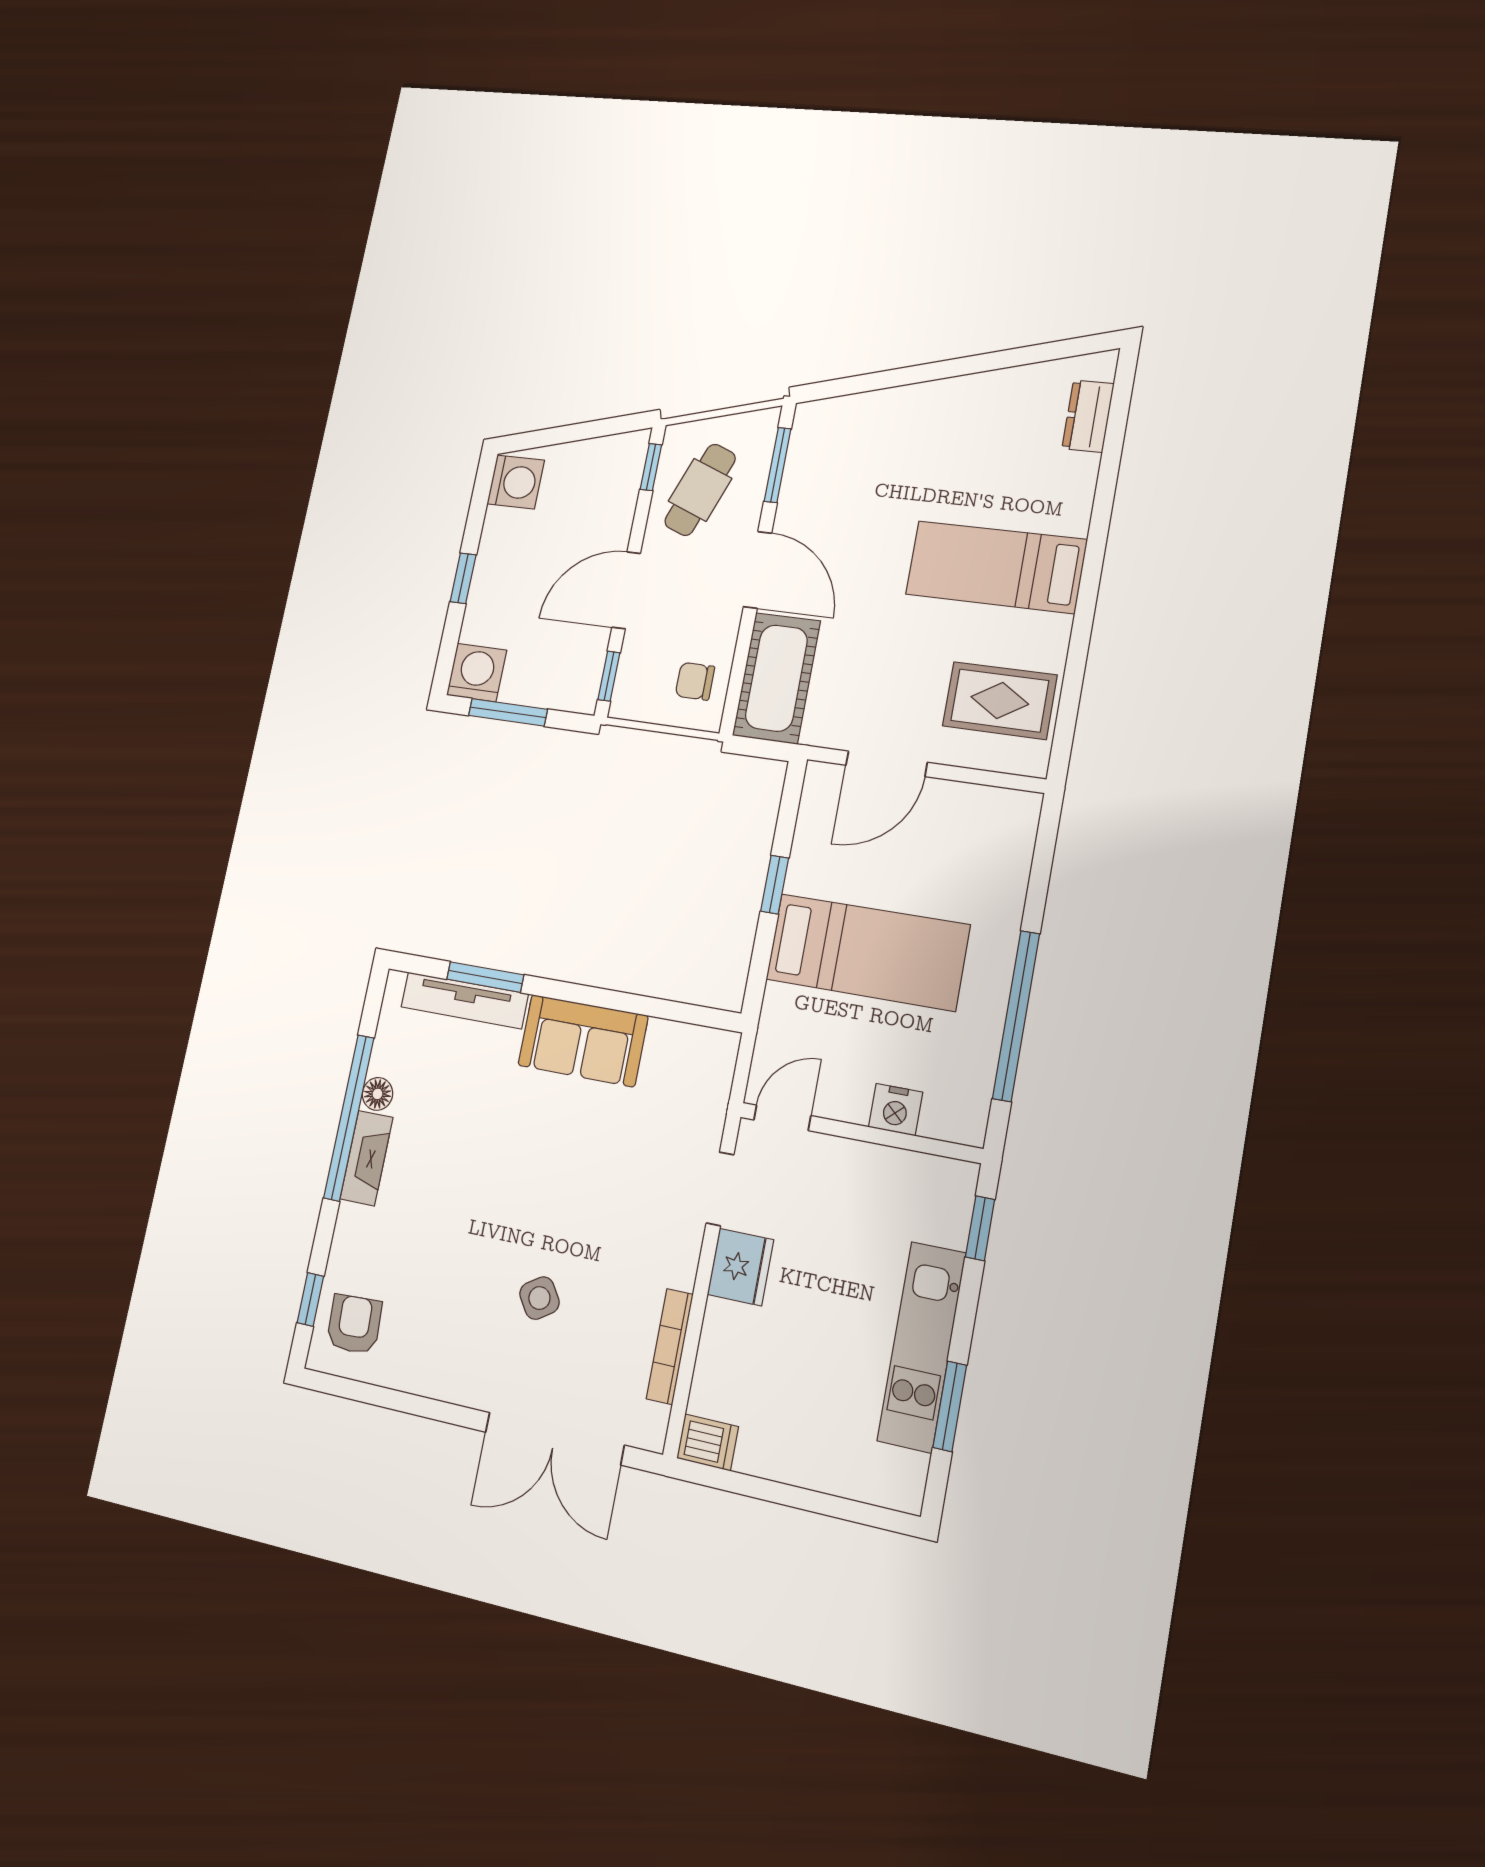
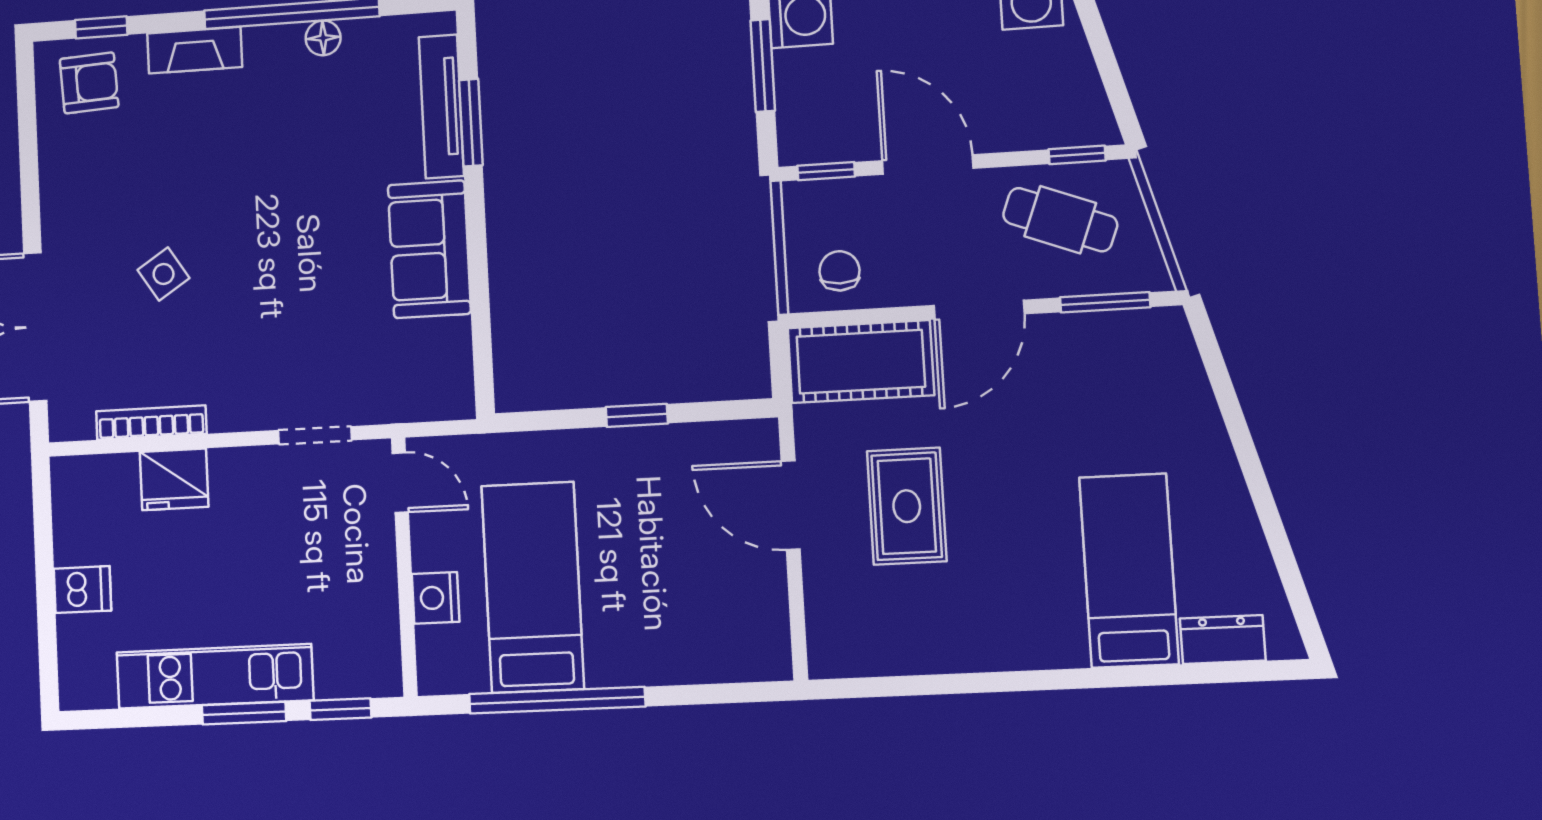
bed: (996, 567) -> (1129, 571), moved
rug: (1000, 701) -> (907, 506), moved
bed: (867, 952) -> (533, 587), moved, turned 180
fireplace: (367, 1158) -> (195, 50), moved
fridge: (740, 1267) -> (174, 479), moved
window: (950, 1406) -> (244, 713), moved
dishwasher: (708, 1442) -> (82, 590), moved, turned -90

